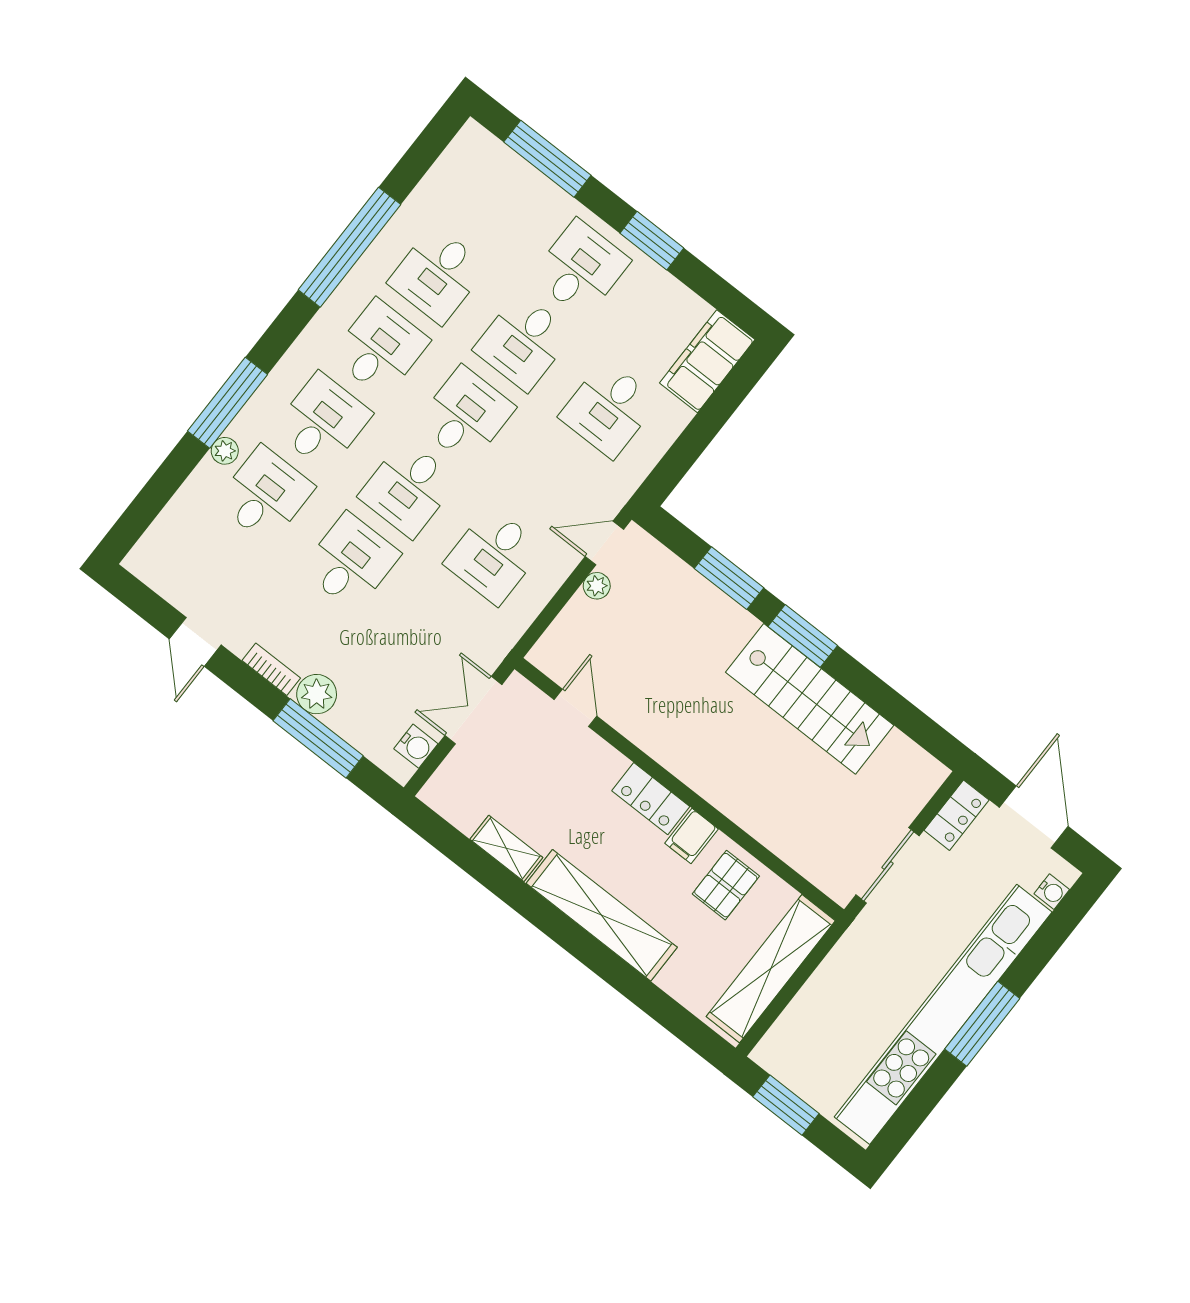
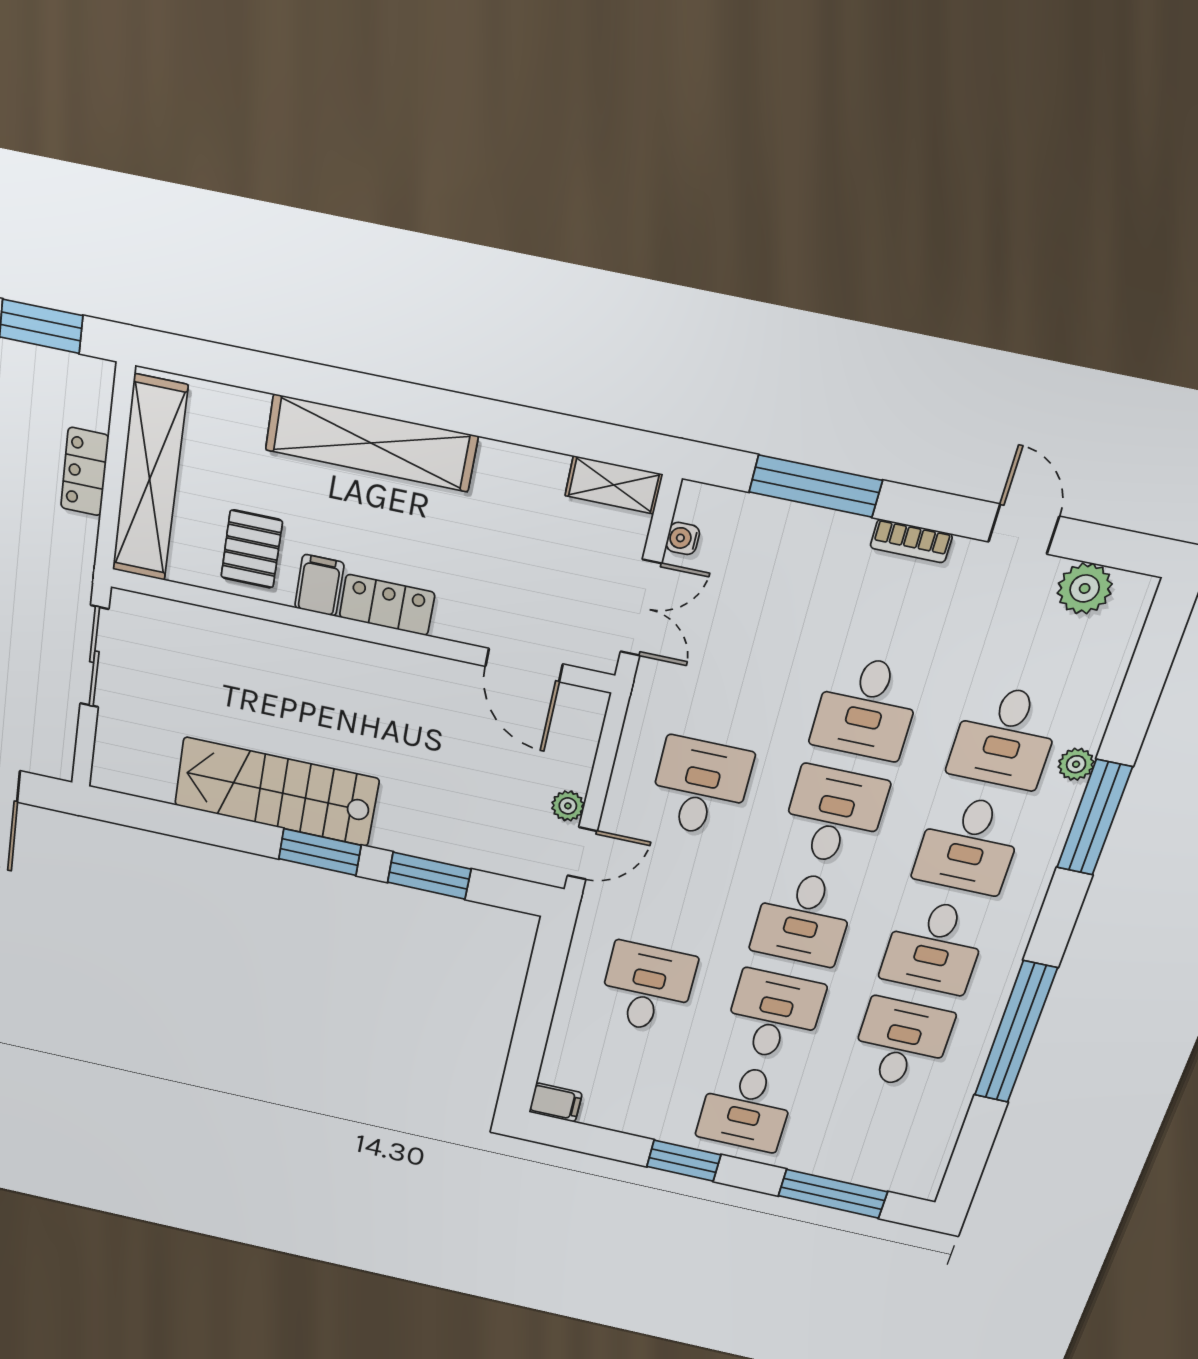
filing cabinet: (707, 361) -> (555, 1102), width x0.33, depth x0.86
plant: (317, 694) -> (1085, 588), moved
door: (576, 708) -> (524, 665), width x1.38
water cooler: (416, 746) -> (683, 538), width x0.72, depth x0.72
locker: (956, 815) -> (85, 472), moved
shelving: (506, 848) -> (614, 485), moved

